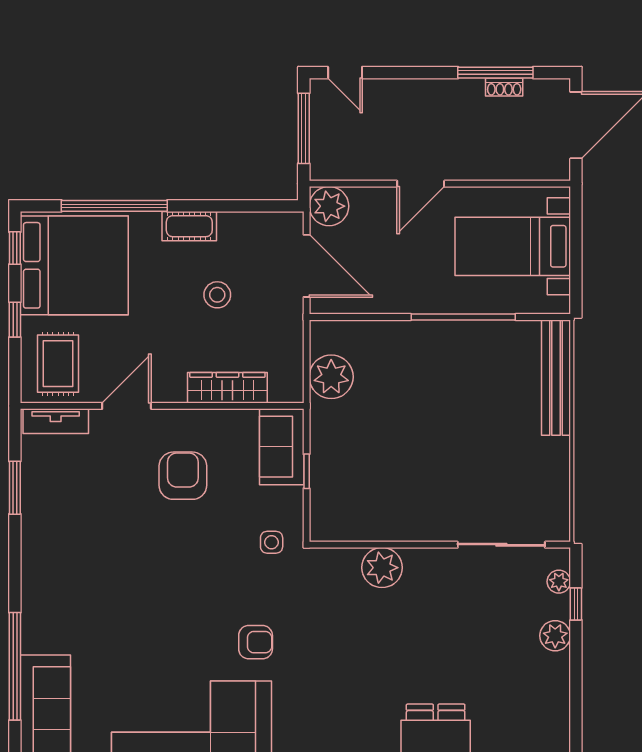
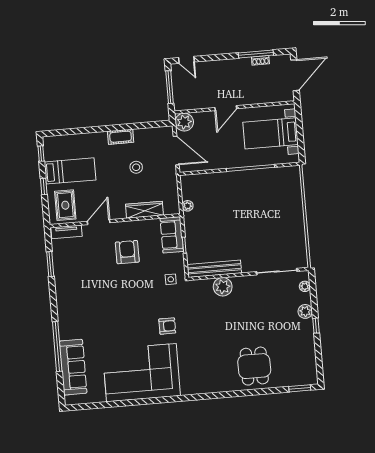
window: (114, 206) -> (85, 130), removed
bed: (74, 265) -> (70, 171), width x0.49
plant: (331, 377) -> (188, 206), width x0.53, depth x0.53
bench: (556, 378) -> (214, 269), moved, turned 90
window: (576, 604) -> (316, 326), moved

